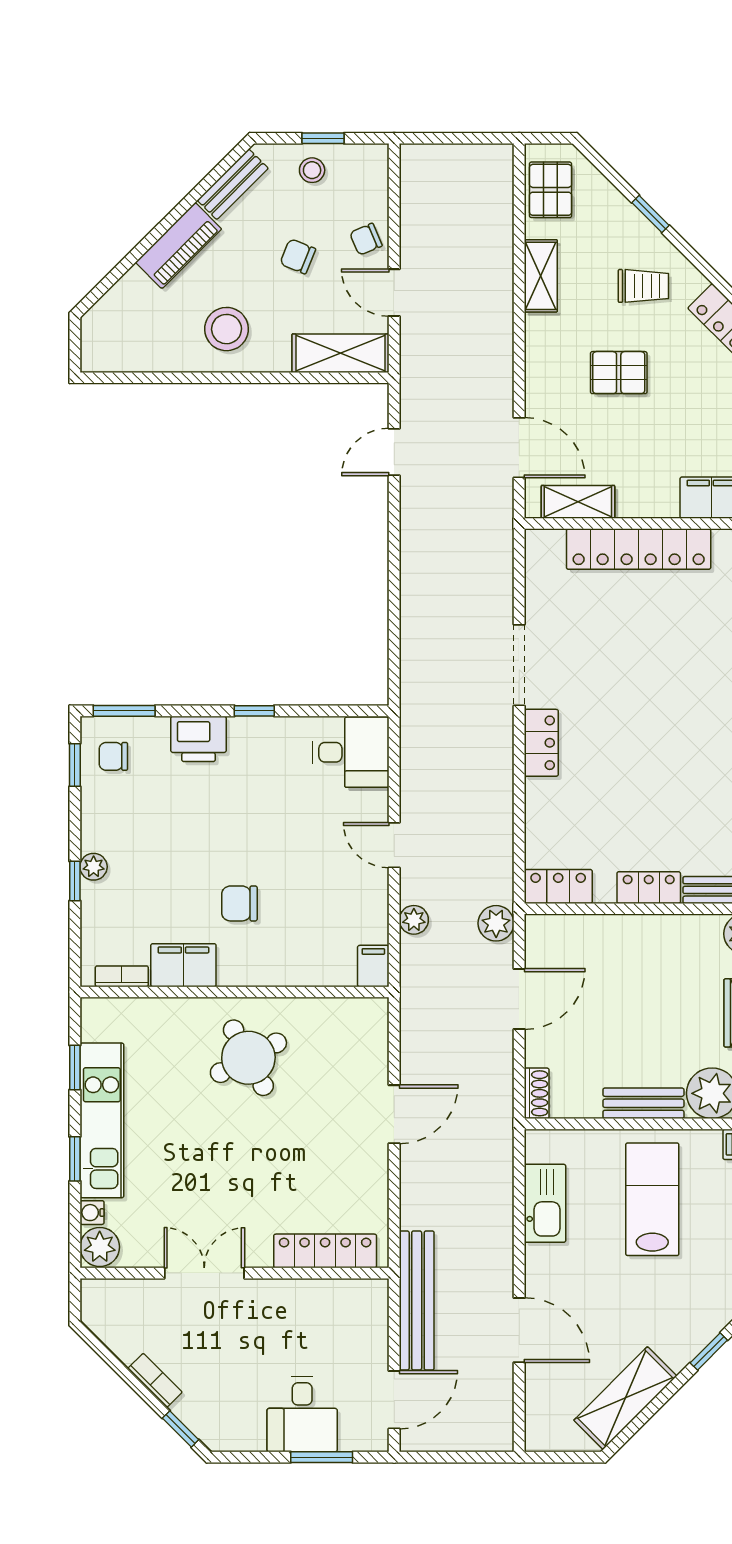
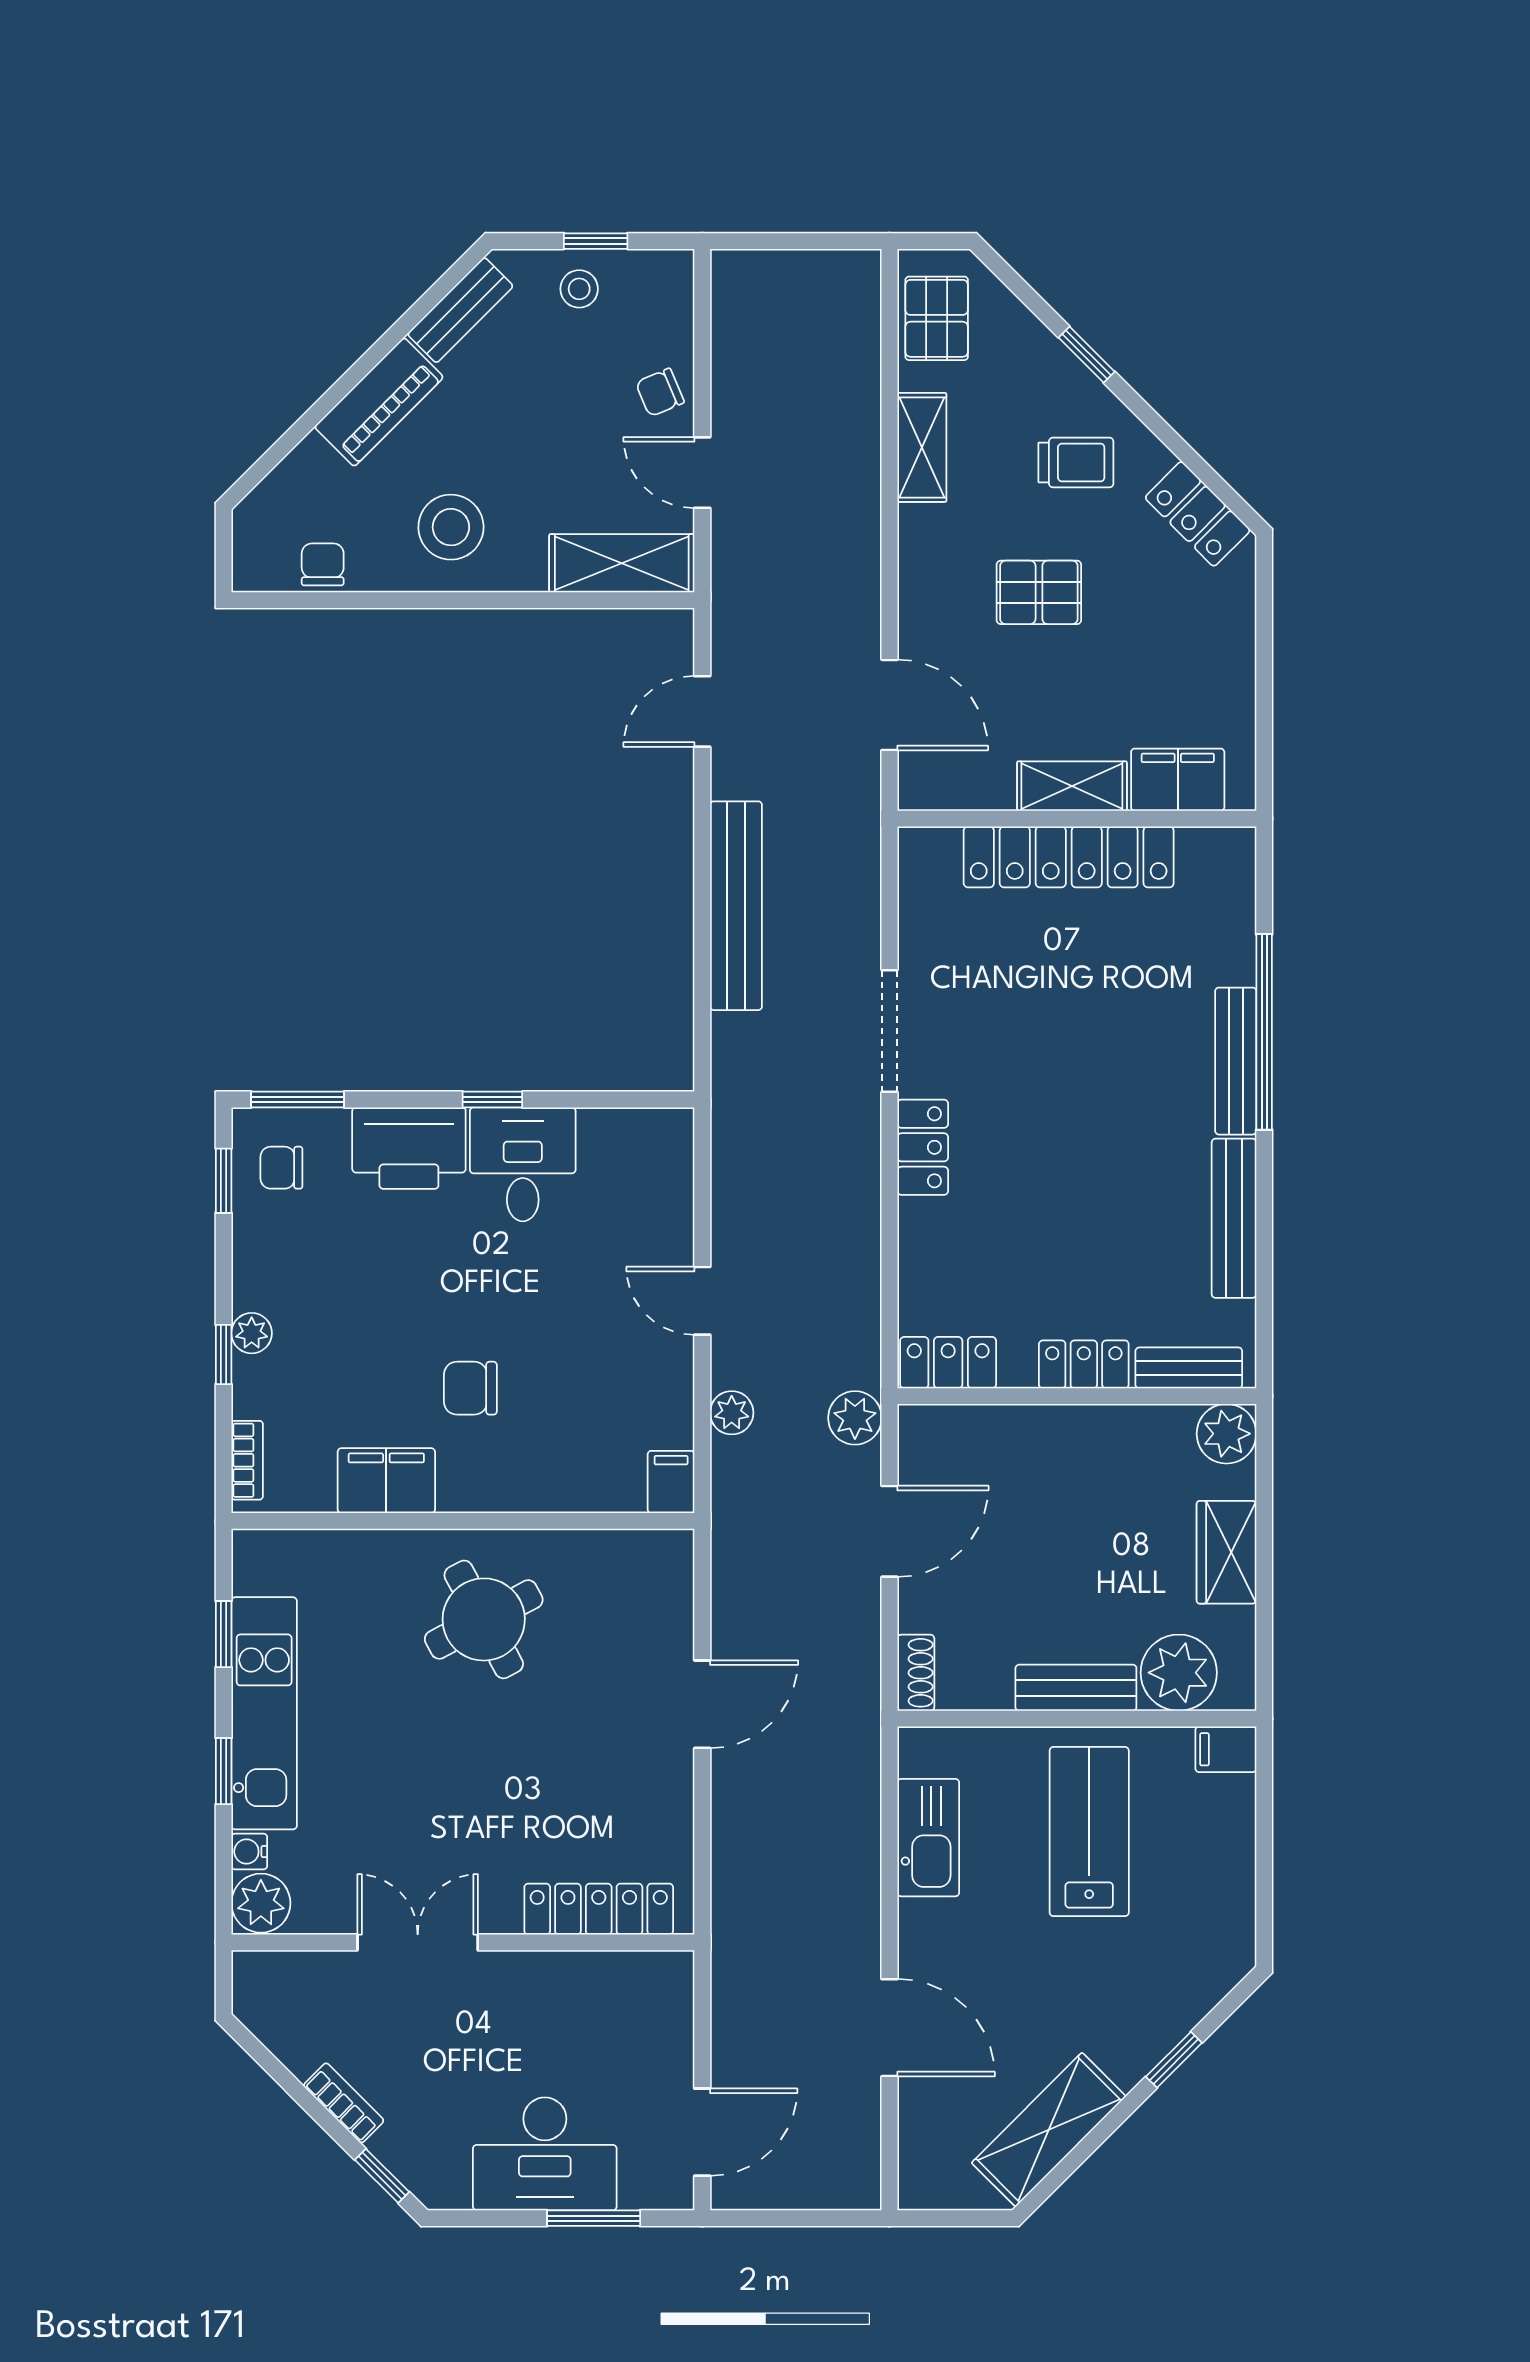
chair: (298, 256) -> (323, 564), moved, turned 68
shelving: (578, 502) -> (1072, 786), moved
printer: (199, 739) -> (409, 1148), width x1.37, depth x1.19
desk: (351, 752) -> (523, 1164), moved, turned -90
bookcase: (122, 976) -> (247, 1460), moved, turned 90
bench: (417, 1300) -> (736, 906), moved
desk: (302, 1414) -> (545, 2154), width x1.37

